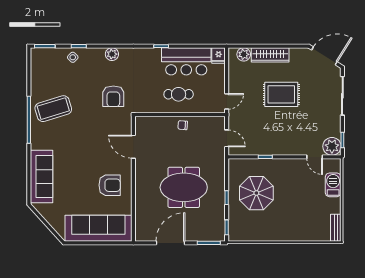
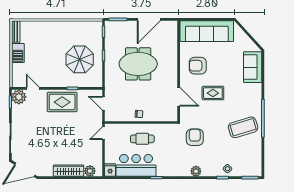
rug: (281, 94) -> (62, 102), moved
rug: (91, 151) -> (213, 93), added
sofa: (41, 177) -> (253, 67), width x0.73
barbecue: (333, 185) -> (18, 53), moved

